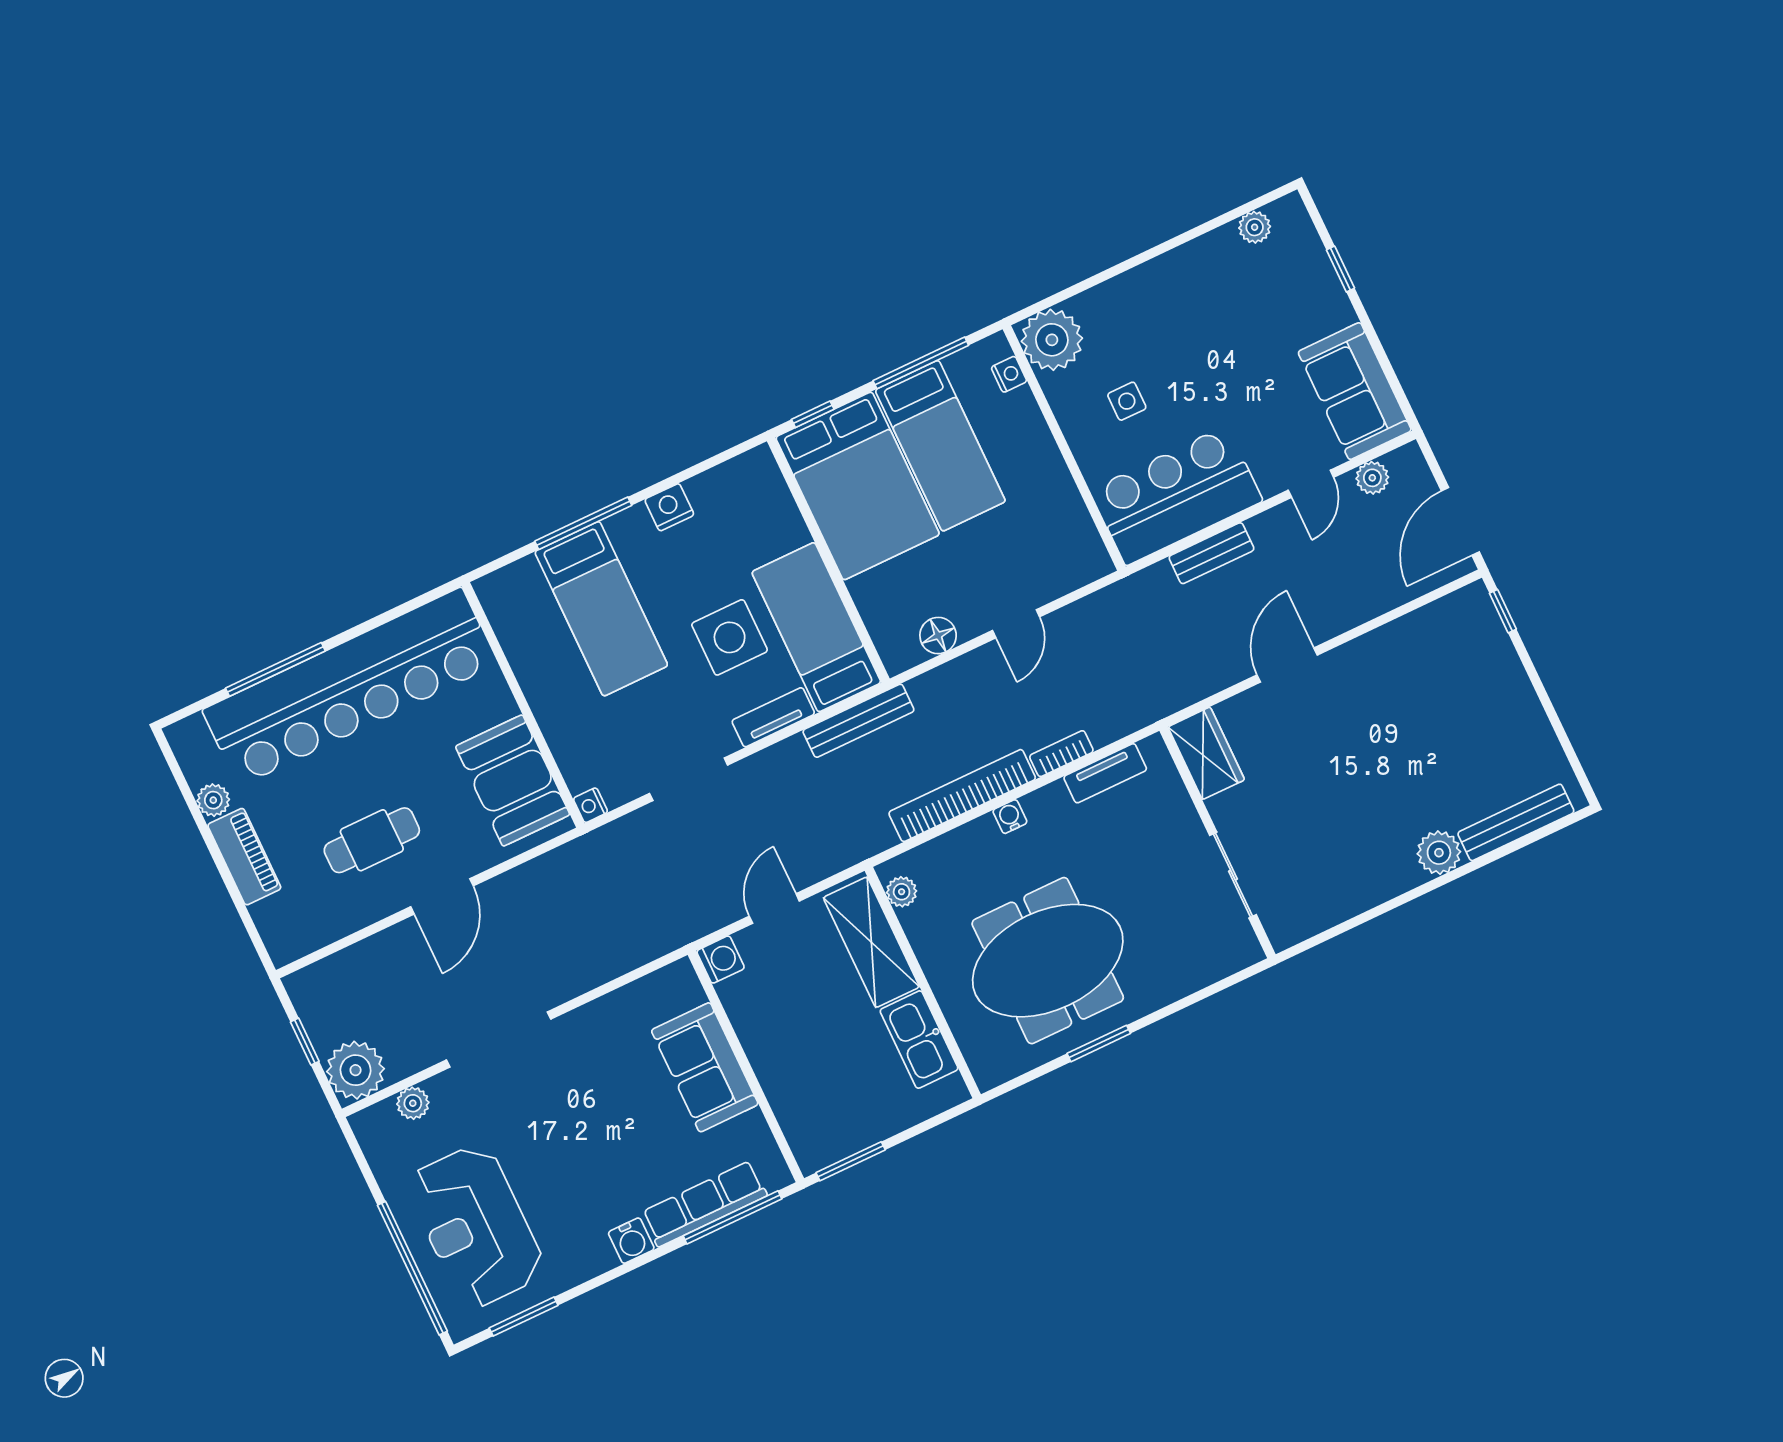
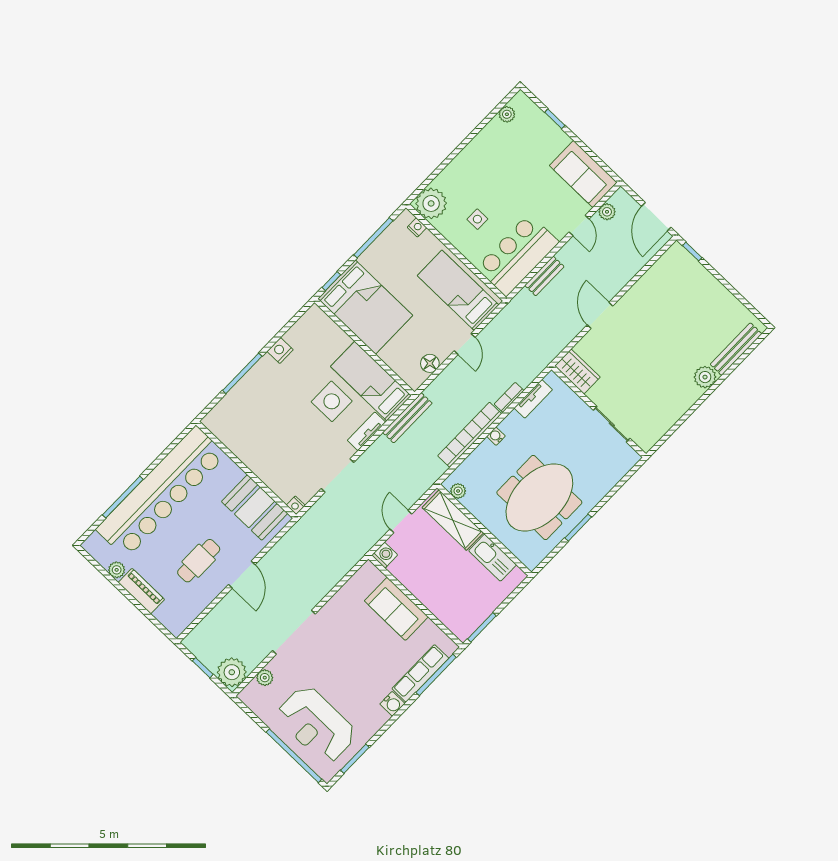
bed: (940, 446) -> (458, 290), moved, turned 180
bed: (601, 609) -> (266, 411), removed

